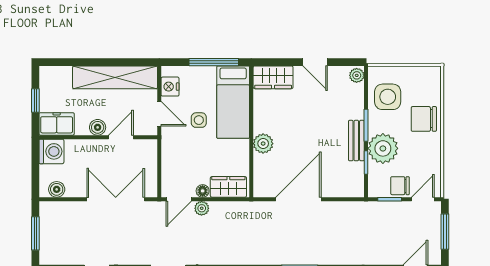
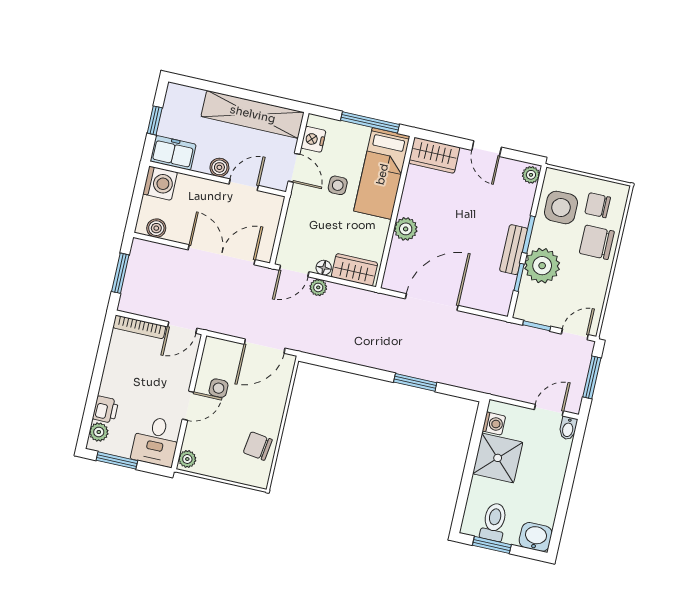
chair: (400, 186) -> (598, 205), moved

